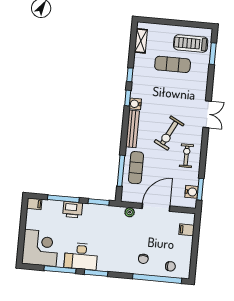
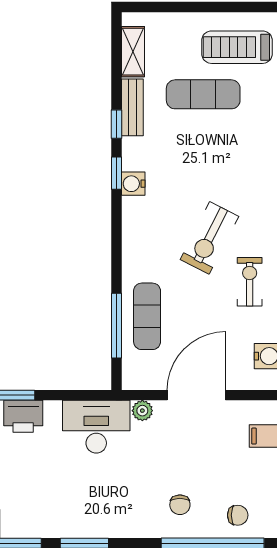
bench: (133, 129) -> (132, 107), moved, width x0.73
window: (99, 202) -> (76, 395), removed
desk: (81, 256) -> (96, 427), moved, turned 180

